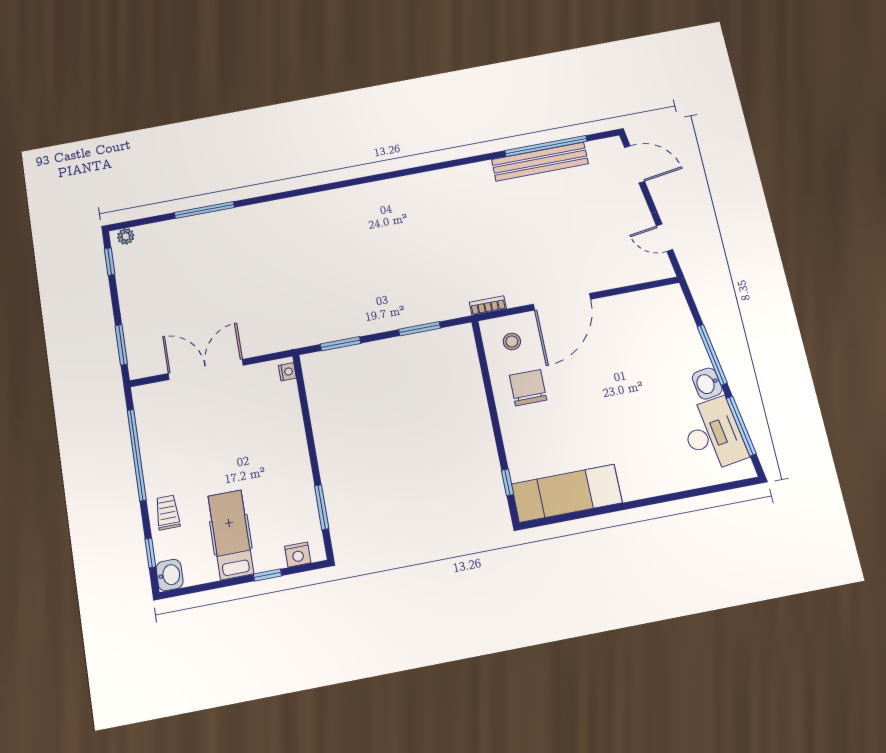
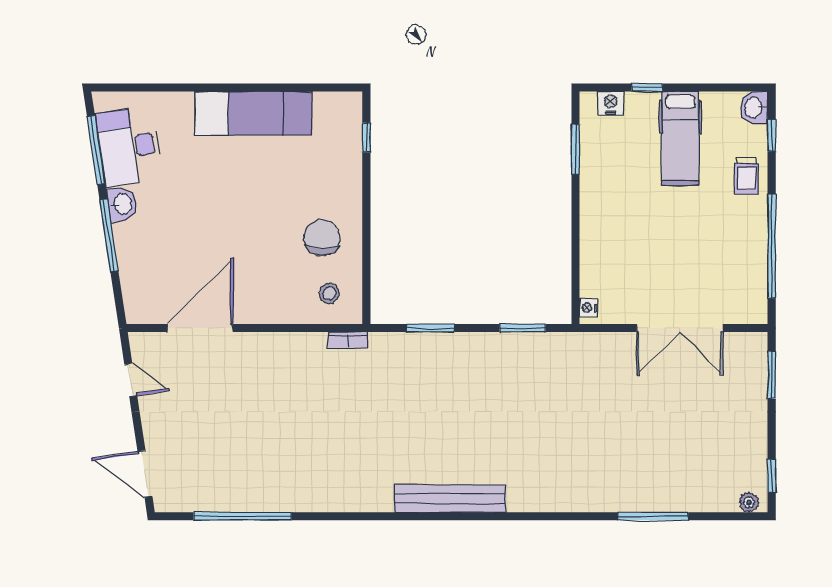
bench: (540, 162) -> (450, 499), moved
door: (562, 302) -> (200, 328), moved
chair: (528, 388) -> (322, 238), turned 180
exam couch: (567, 493) -> (254, 113), moved

